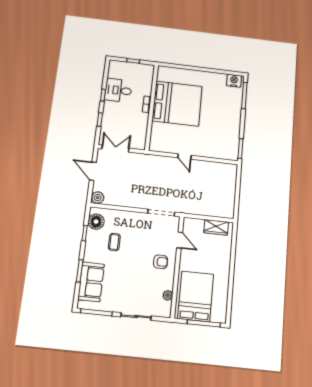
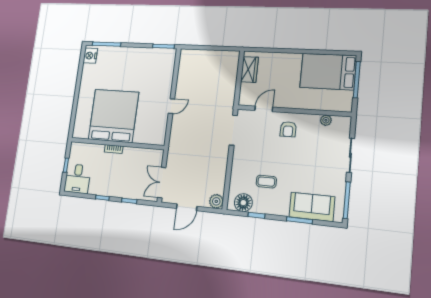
desk: (118, 90) -> (77, 179), moved
armchair: (161, 262) -> (288, 129), turned 180
bed: (196, 296) -> (328, 72), moved

